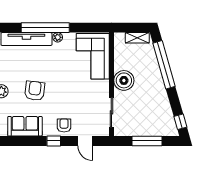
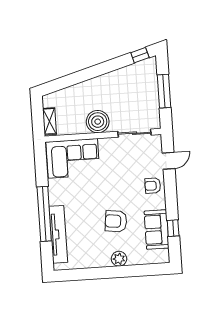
plant: (58, 37) -> (54, 199), removed
shelving: (137, 38) -> (49, 121), moved
window: (164, 65) -> (77, 78), removed
window: (54, 141) -> (173, 228), moved

